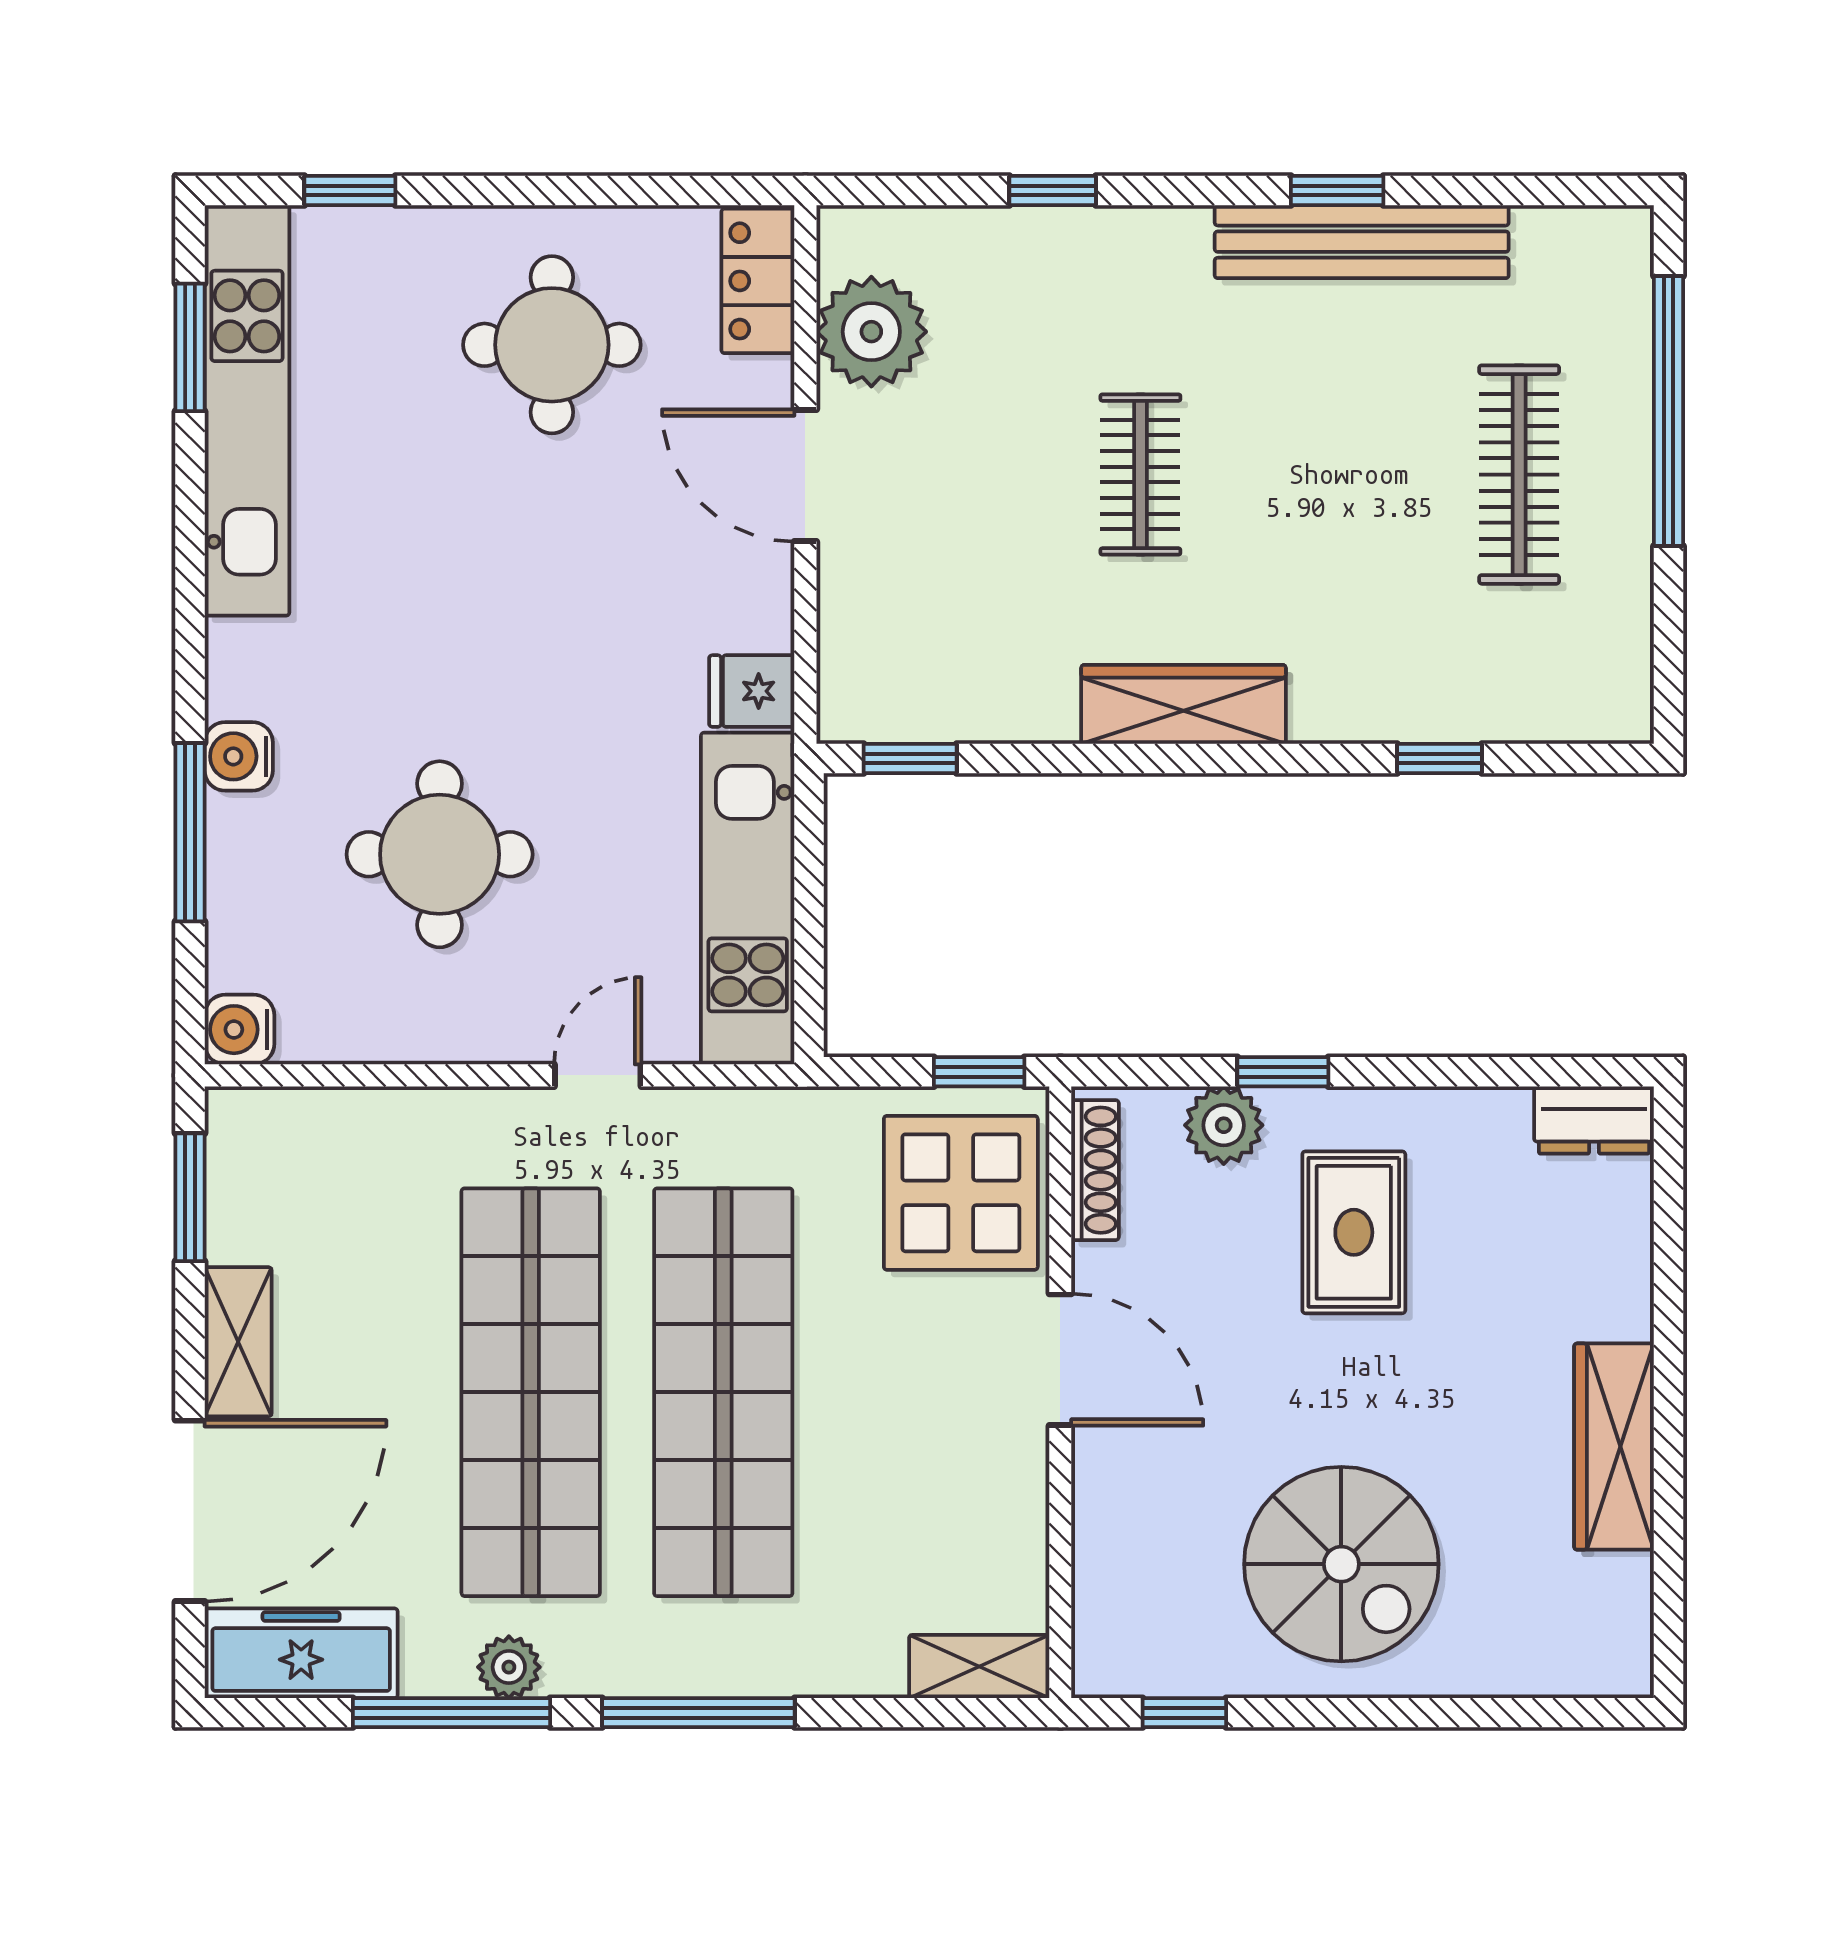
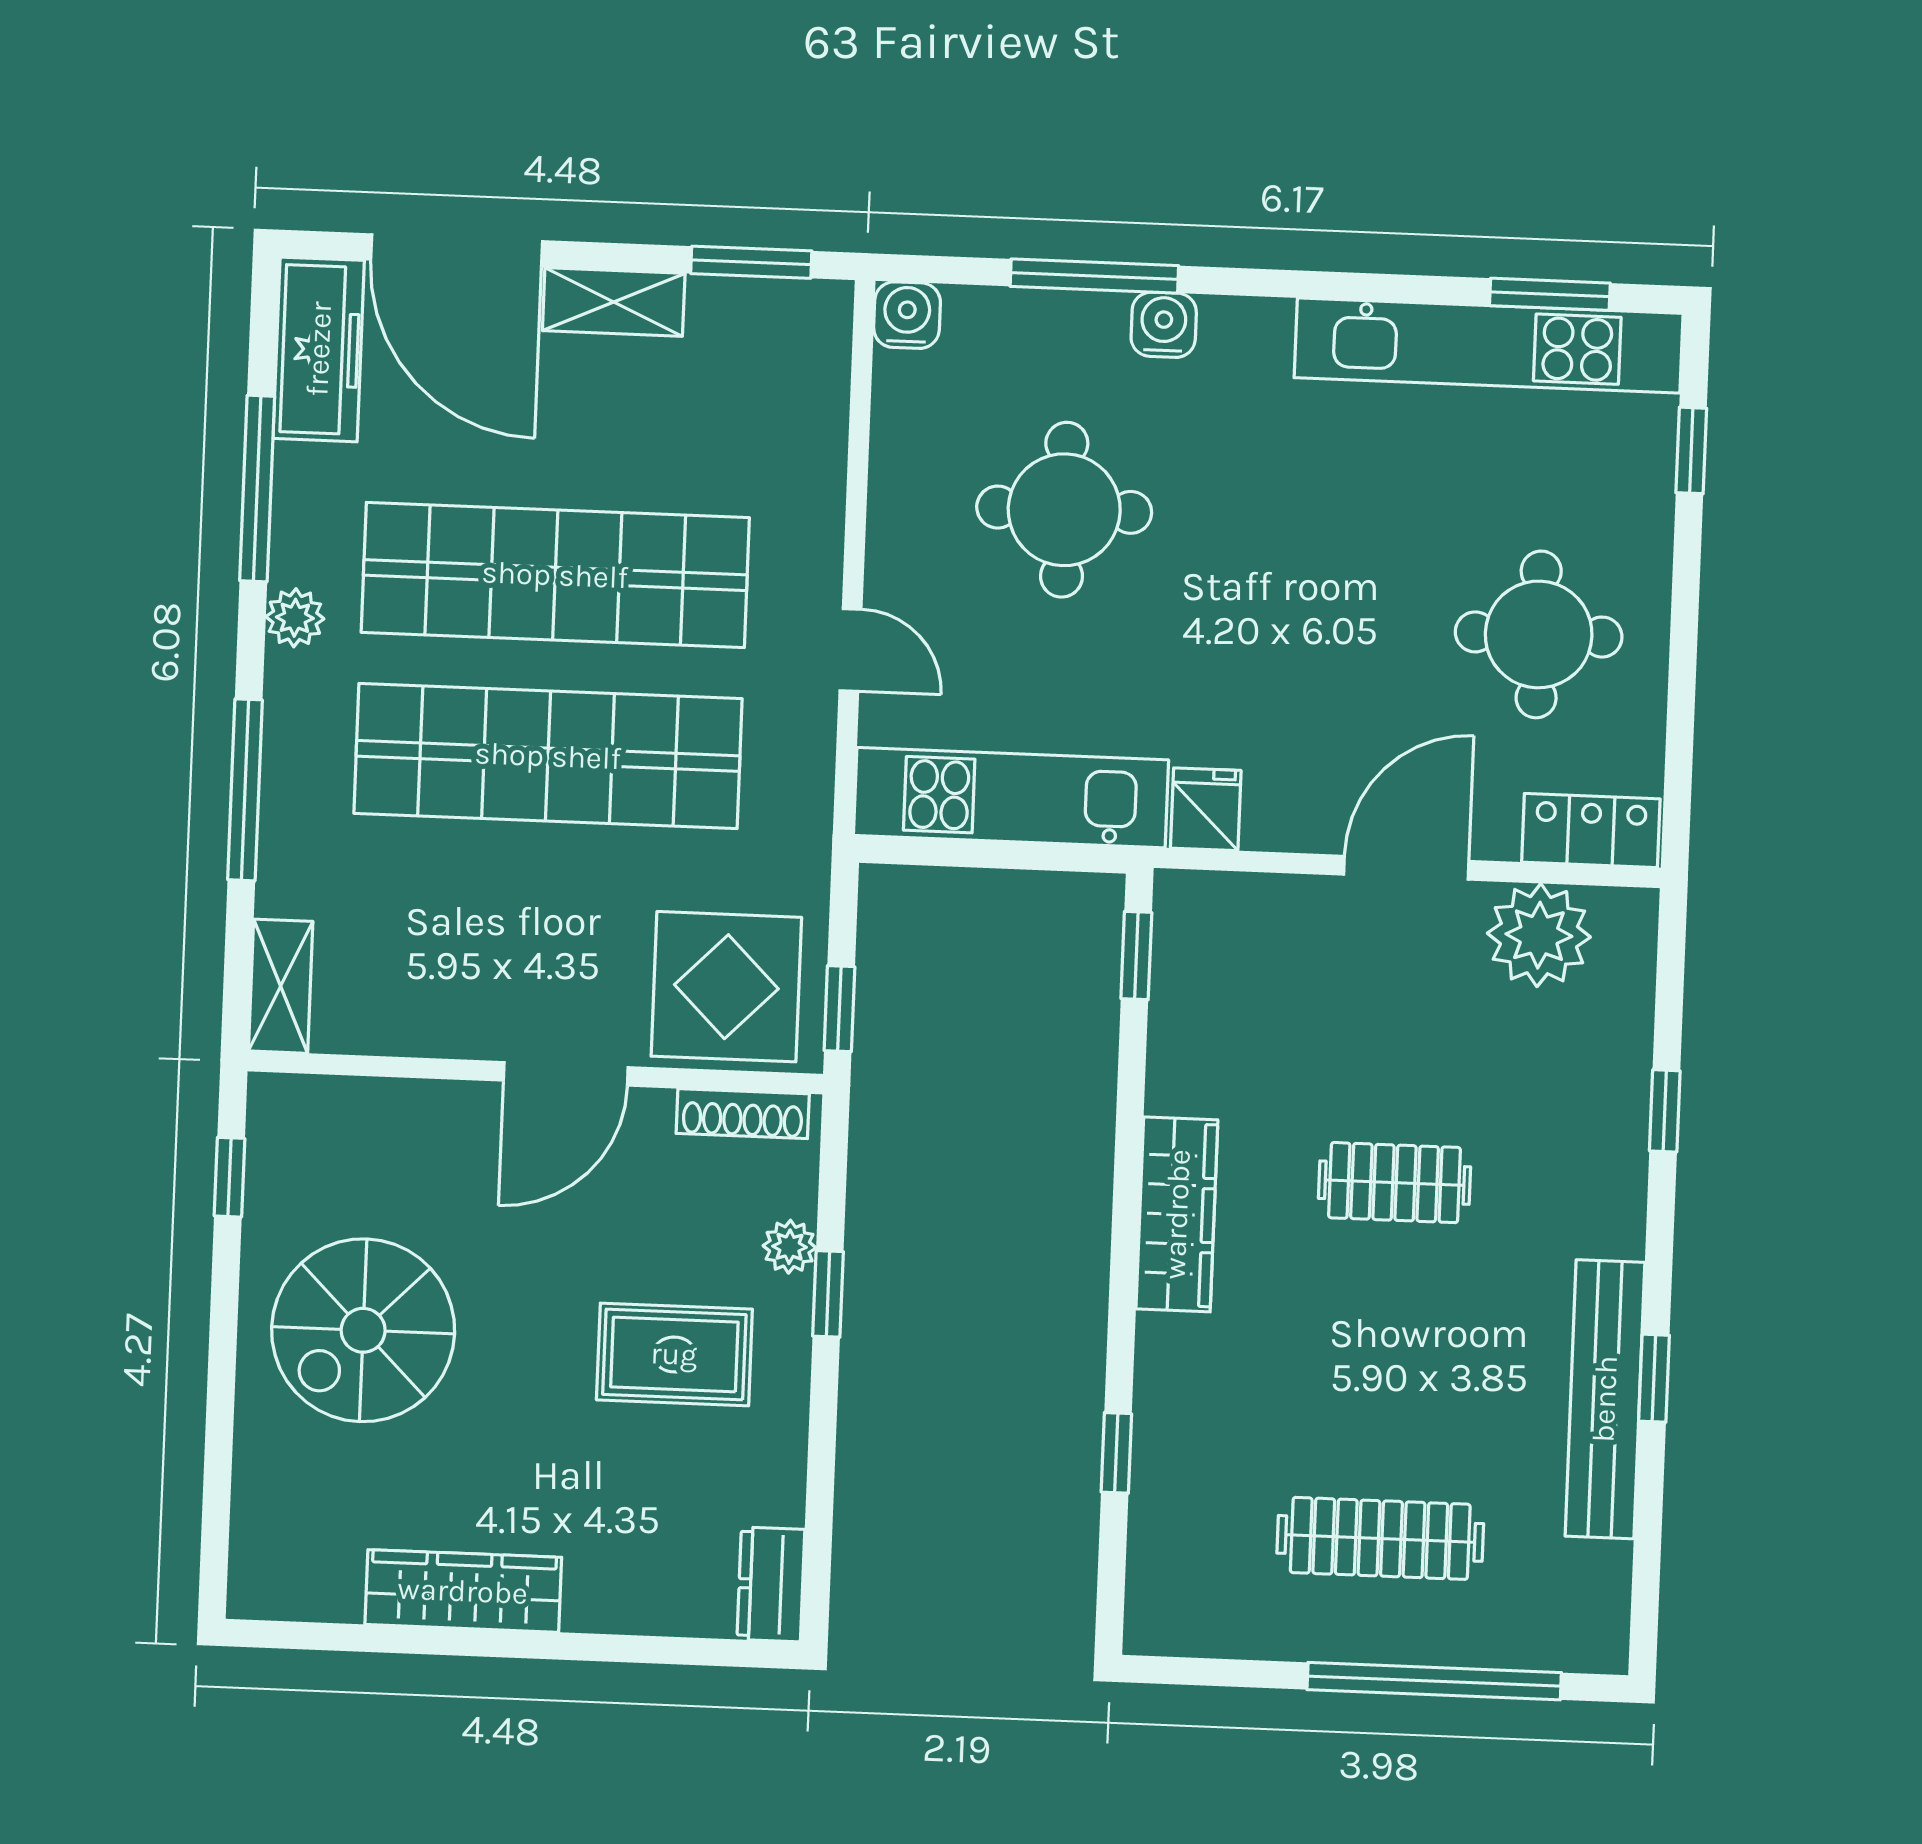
plant: (1224, 1125) -> (790, 1247), width x0.73, depth x0.73
plant: (509, 1667) -> (295, 618), moved
window: (698, 1713) -> (245, 790), moved

